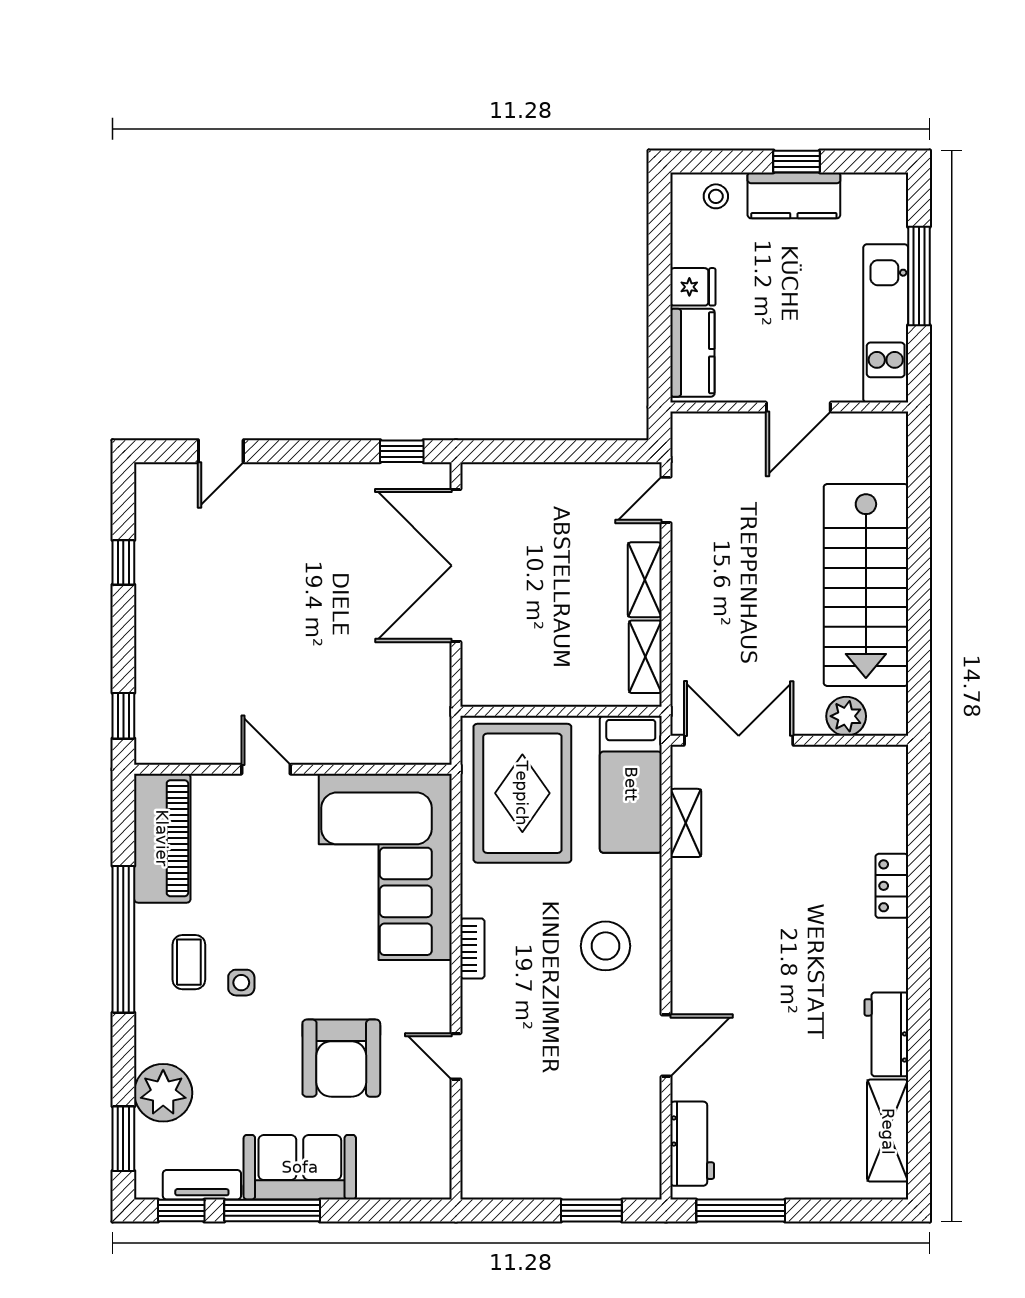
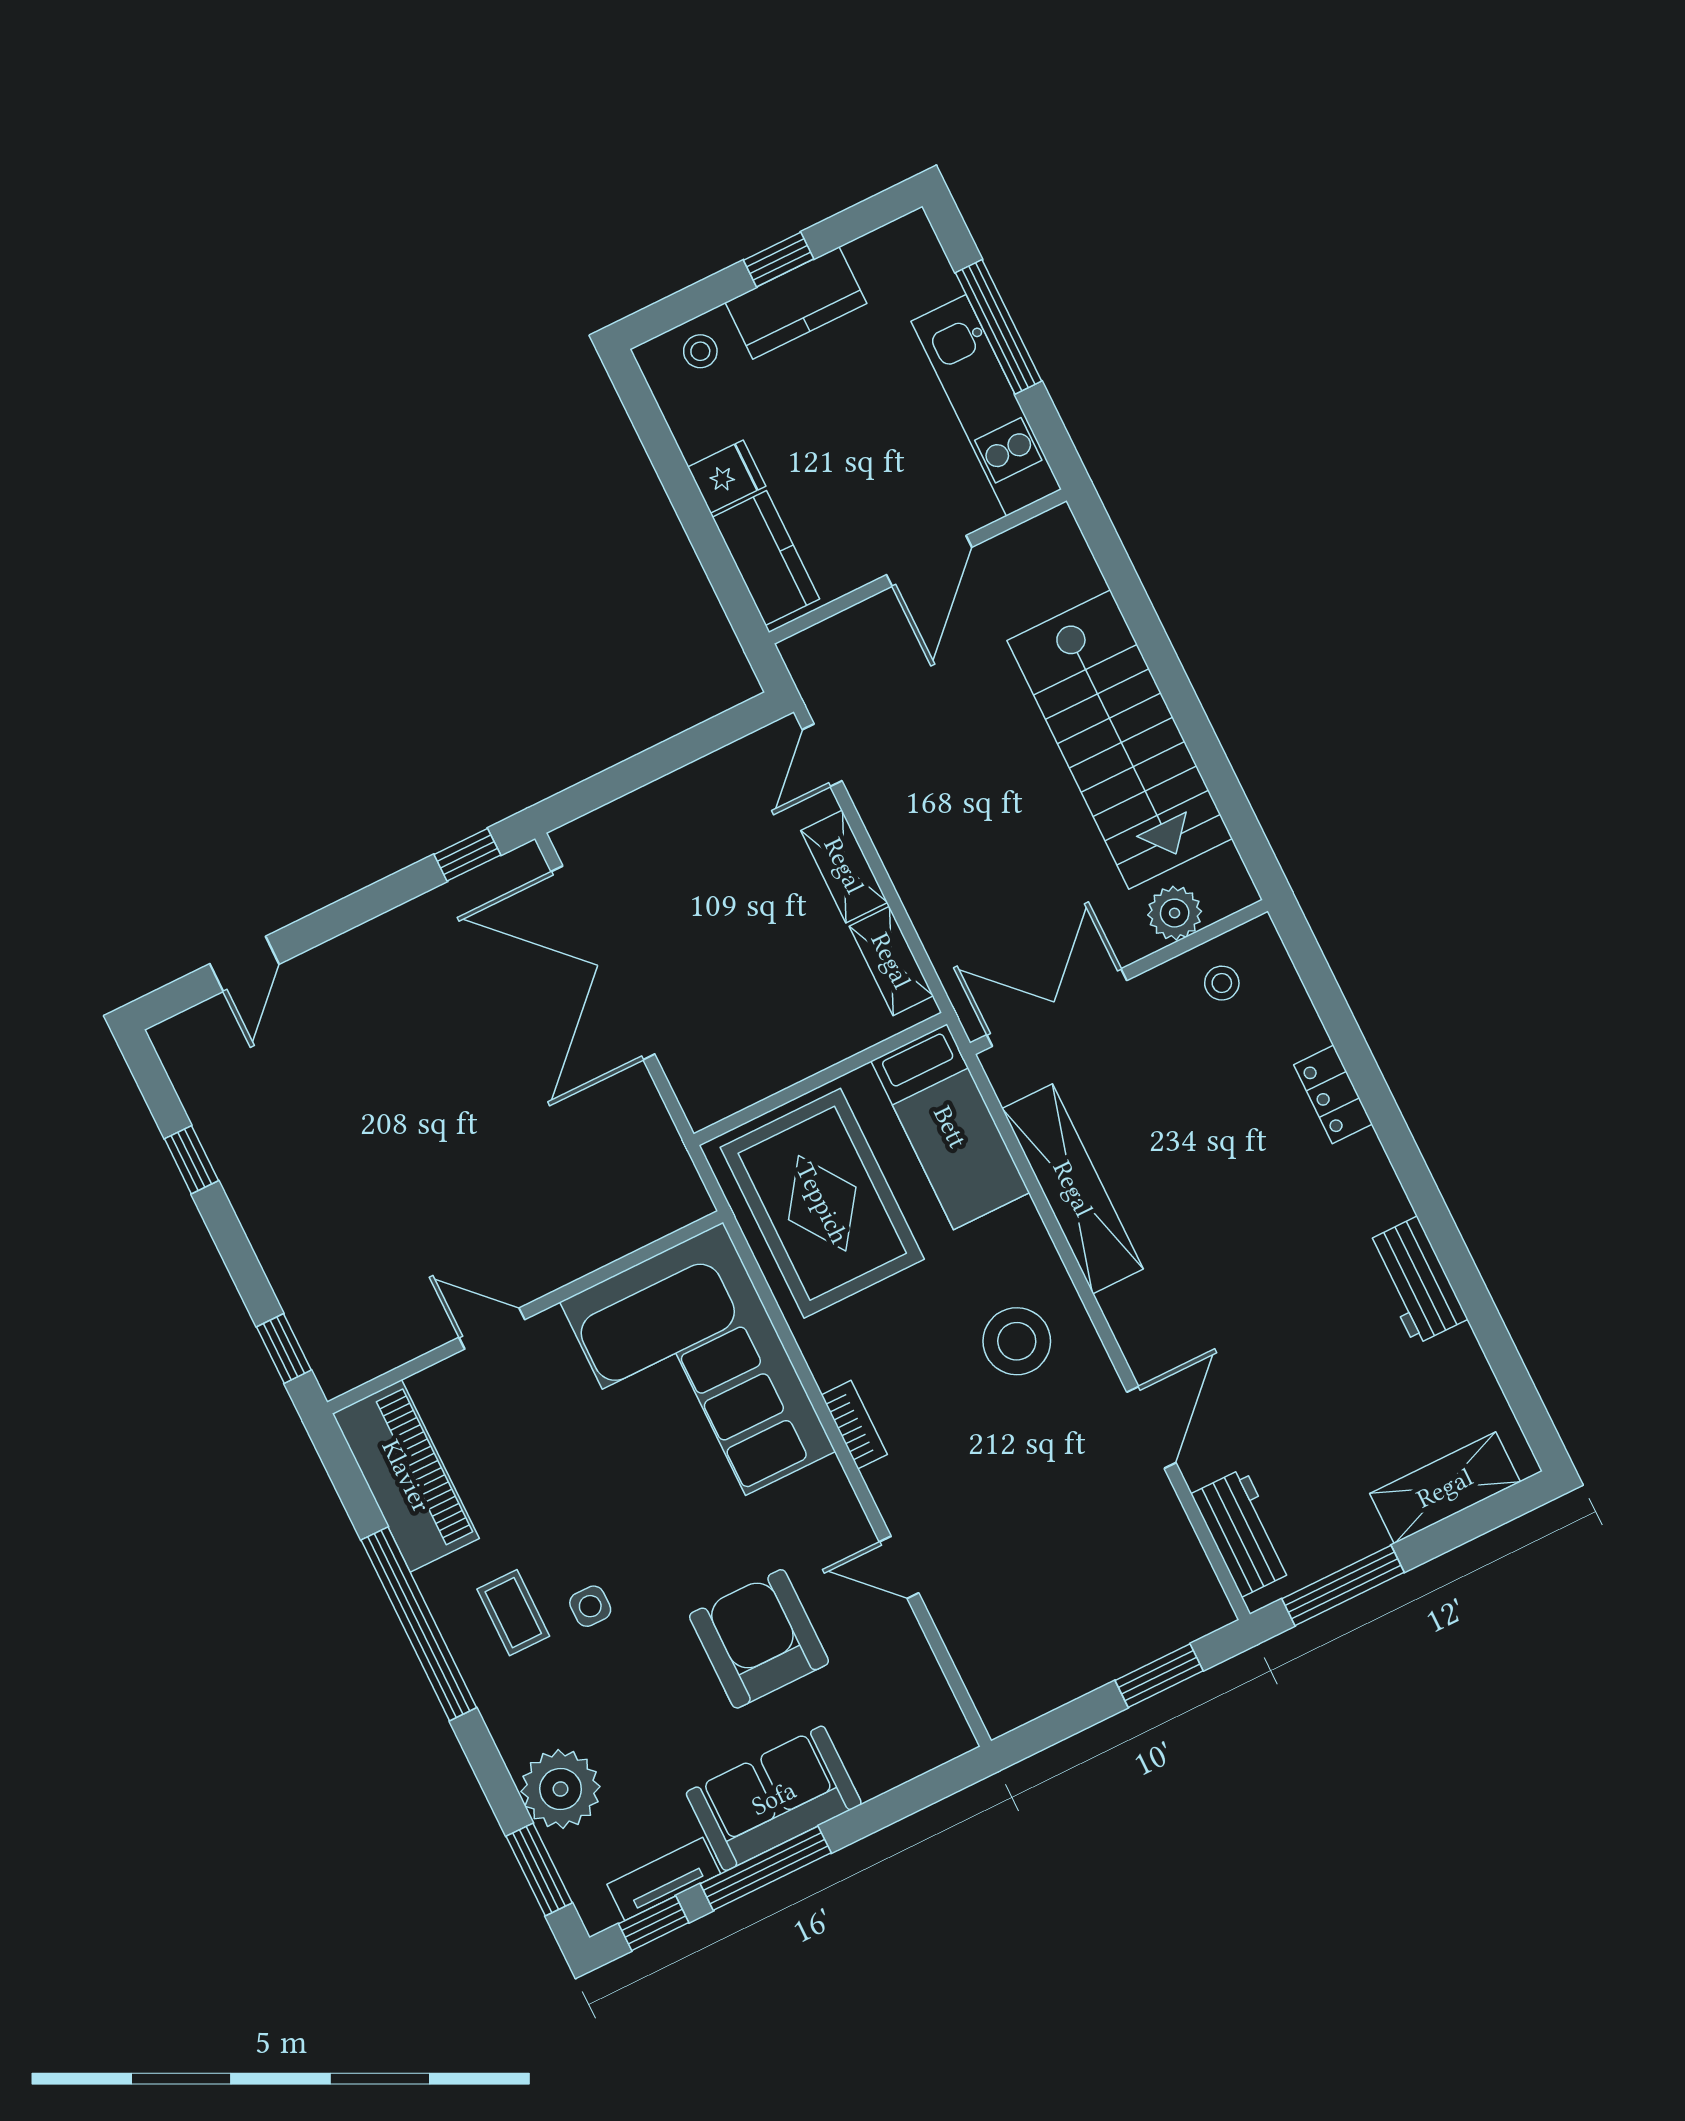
stool: (855, 777) -> (1222, 983), added
shelving: (686, 823) -> (1073, 1189), width x2.20, depth x1.33
armchair: (341, 1058) -> (759, 1639), turned 180
shelving: (888, 1131) -> (1445, 1488), moved, turned 90

